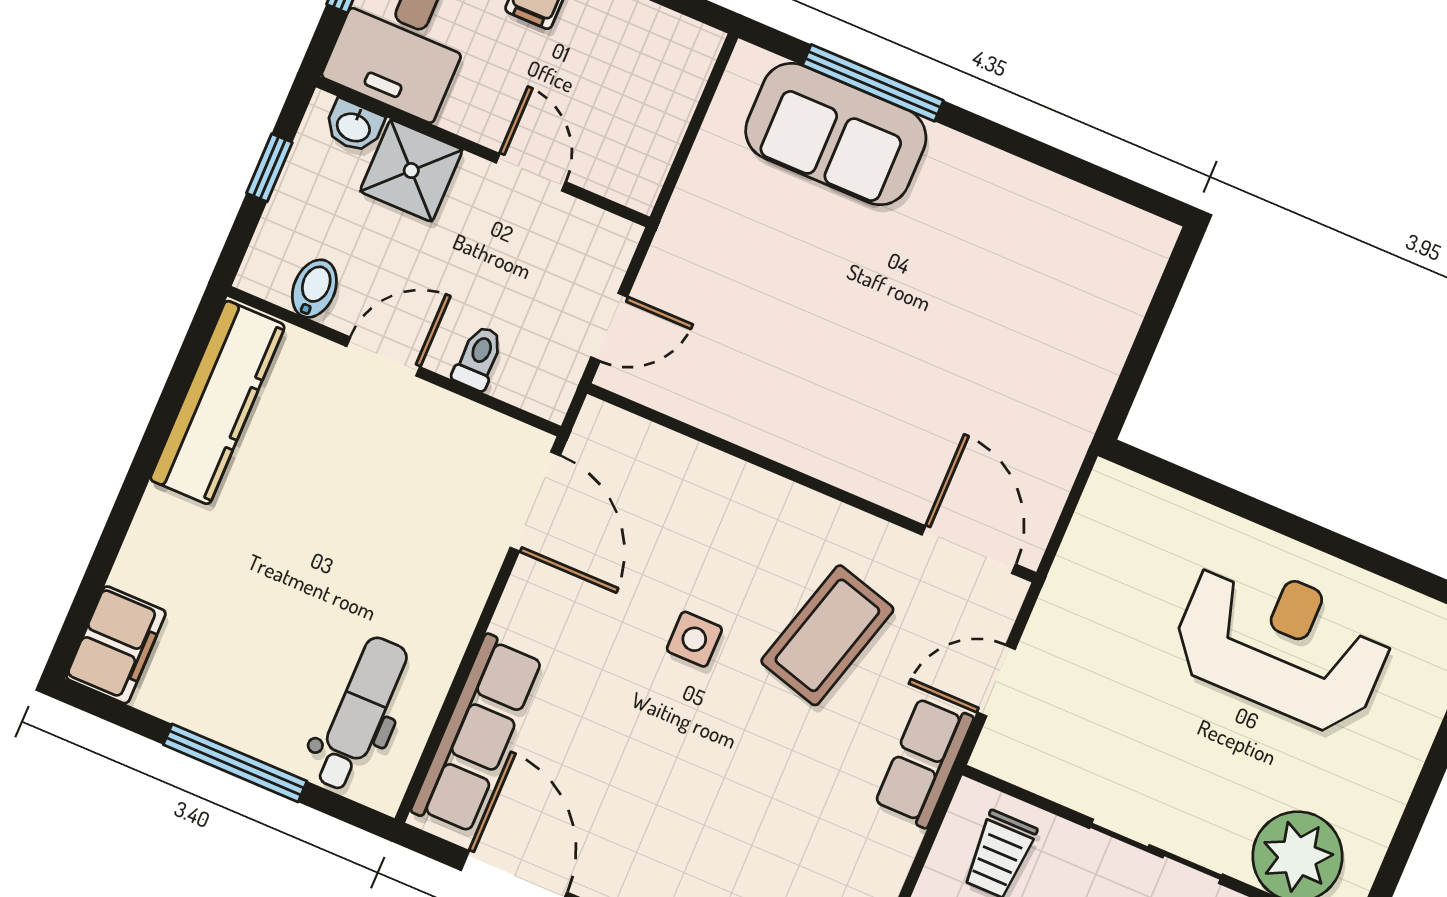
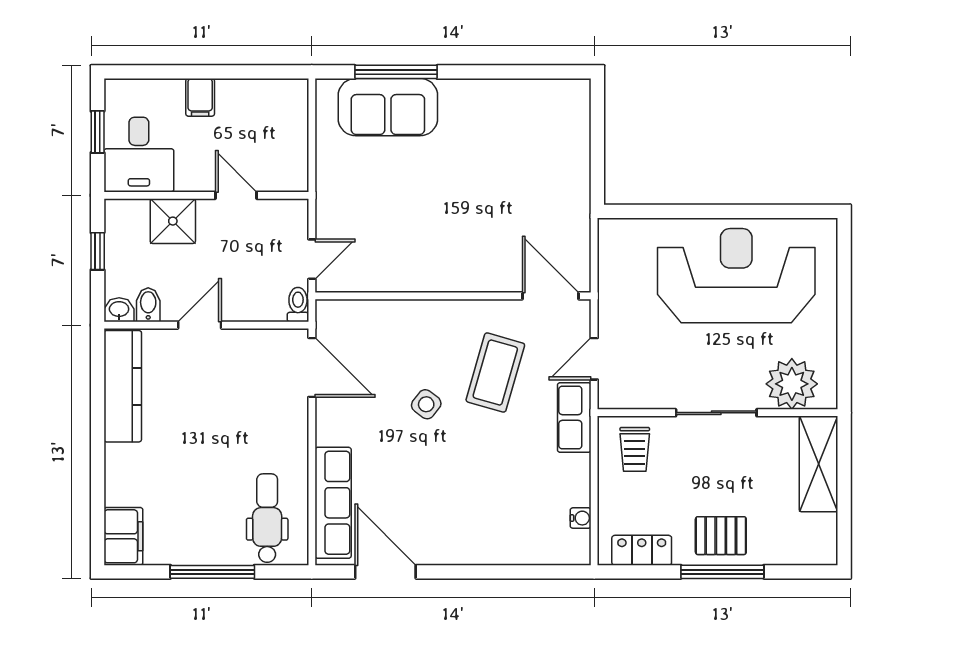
washbasin: (354, 126) -> (119, 310), moved, turned 180
toilet: (478, 358) -> (298, 305), moved
side table: (694, 639) -> (426, 404), turned 38
reception desk: (1282, 644) -> (736, 276), width x1.36, depth x1.30

